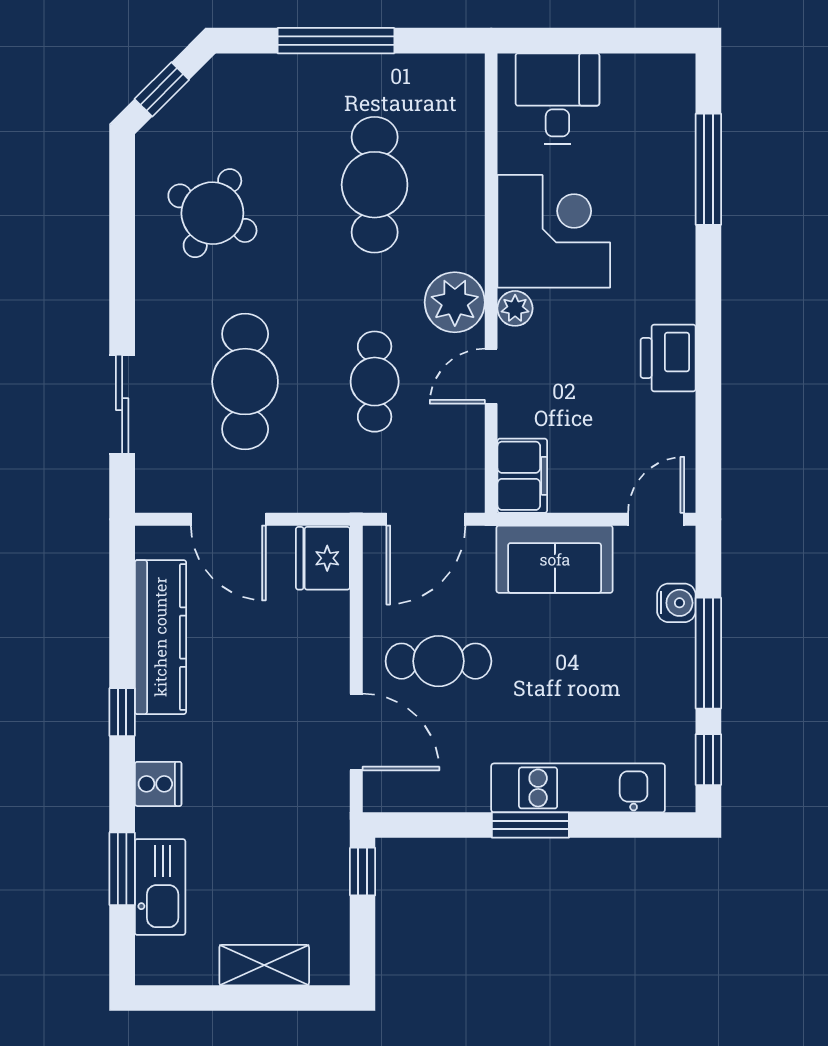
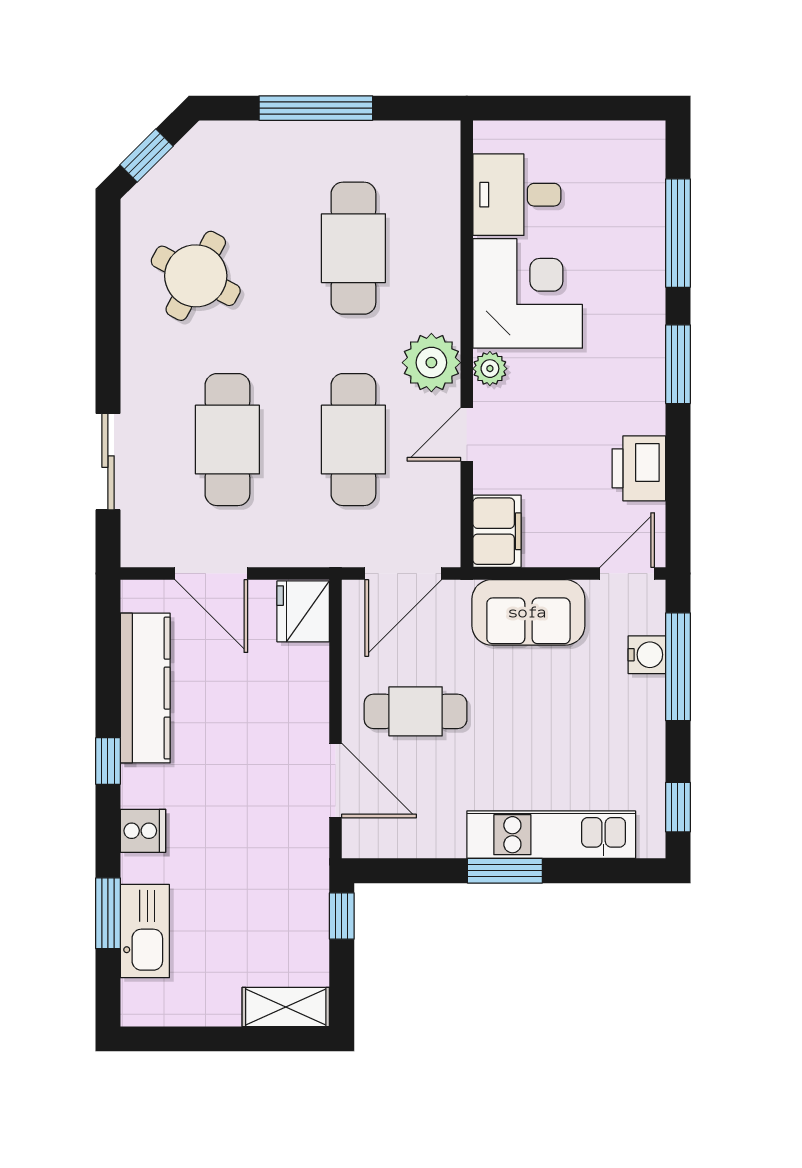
desk: (557, 98) -> (517, 195), moved, turned -90
window: (708, 304) -> (678, 364), added
printer: (668, 358) -> (639, 468), moved
cafe table: (375, 382) -> (353, 440), width x1.37, depth x1.35
window: (708, 653) -> (678, 667), moved
shelving: (264, 965) -> (286, 1007), moved

